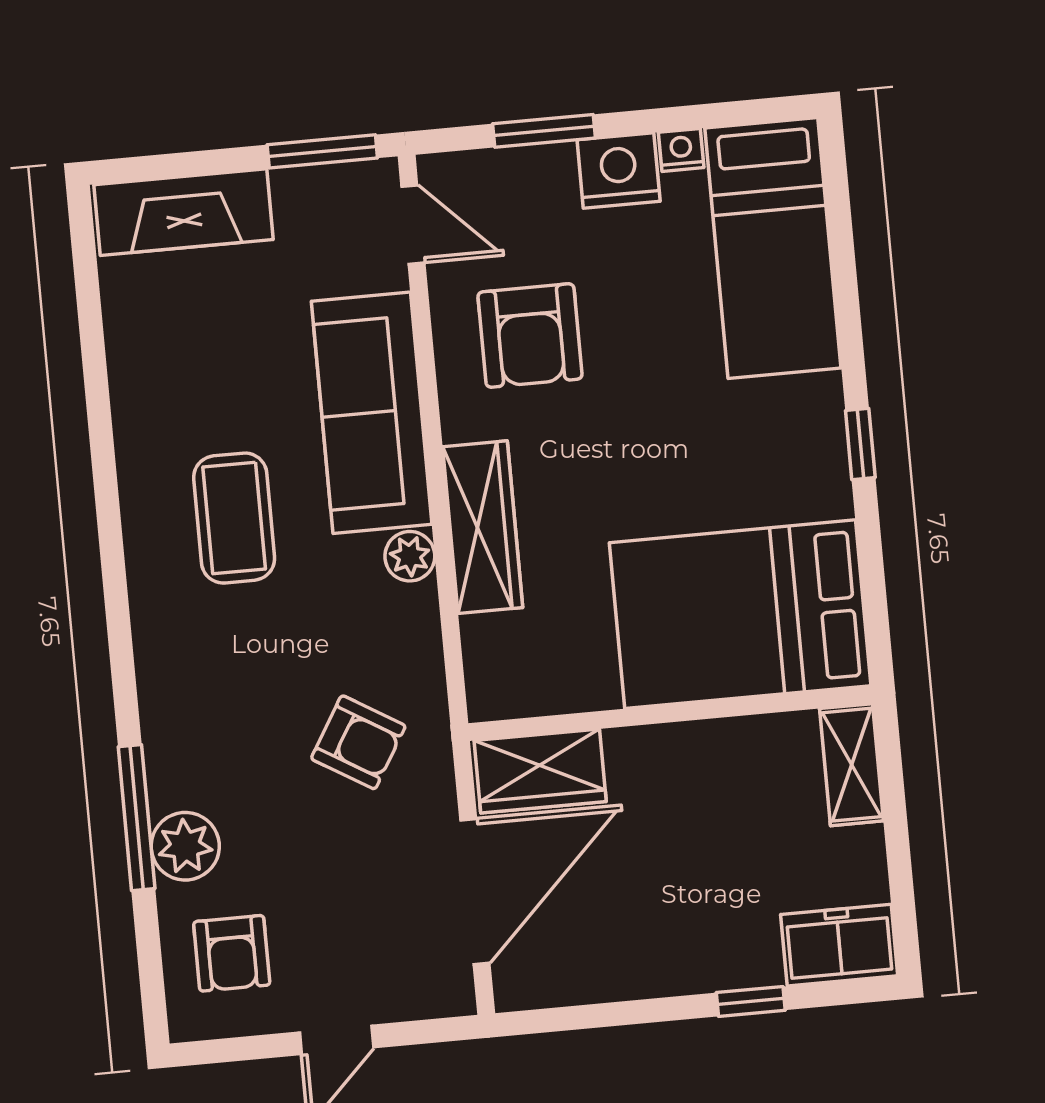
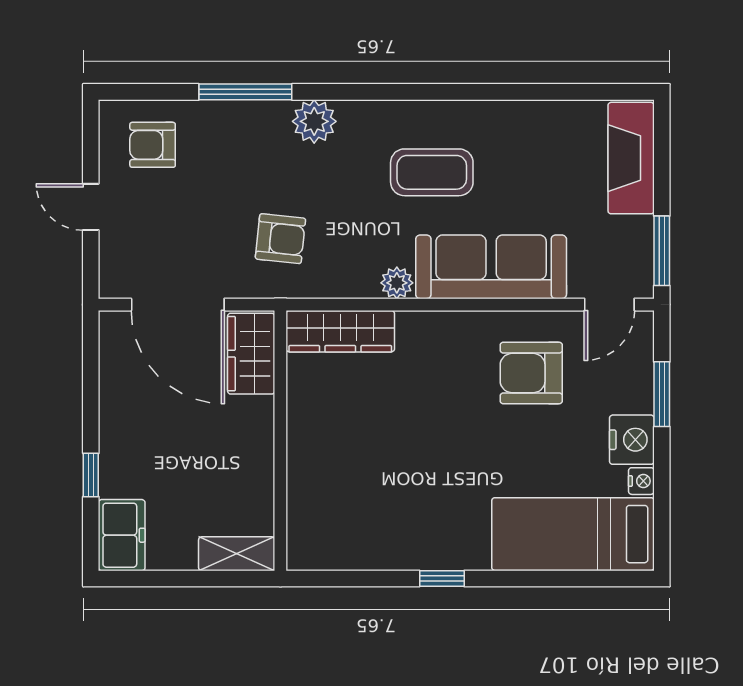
wardrobe: (483, 527) -> (340, 331), moved
bed: (740, 614) -> (340, 491), removed
armchair: (358, 742) -> (280, 239), turned -115
plant: (185, 846) -> (314, 121), moved

